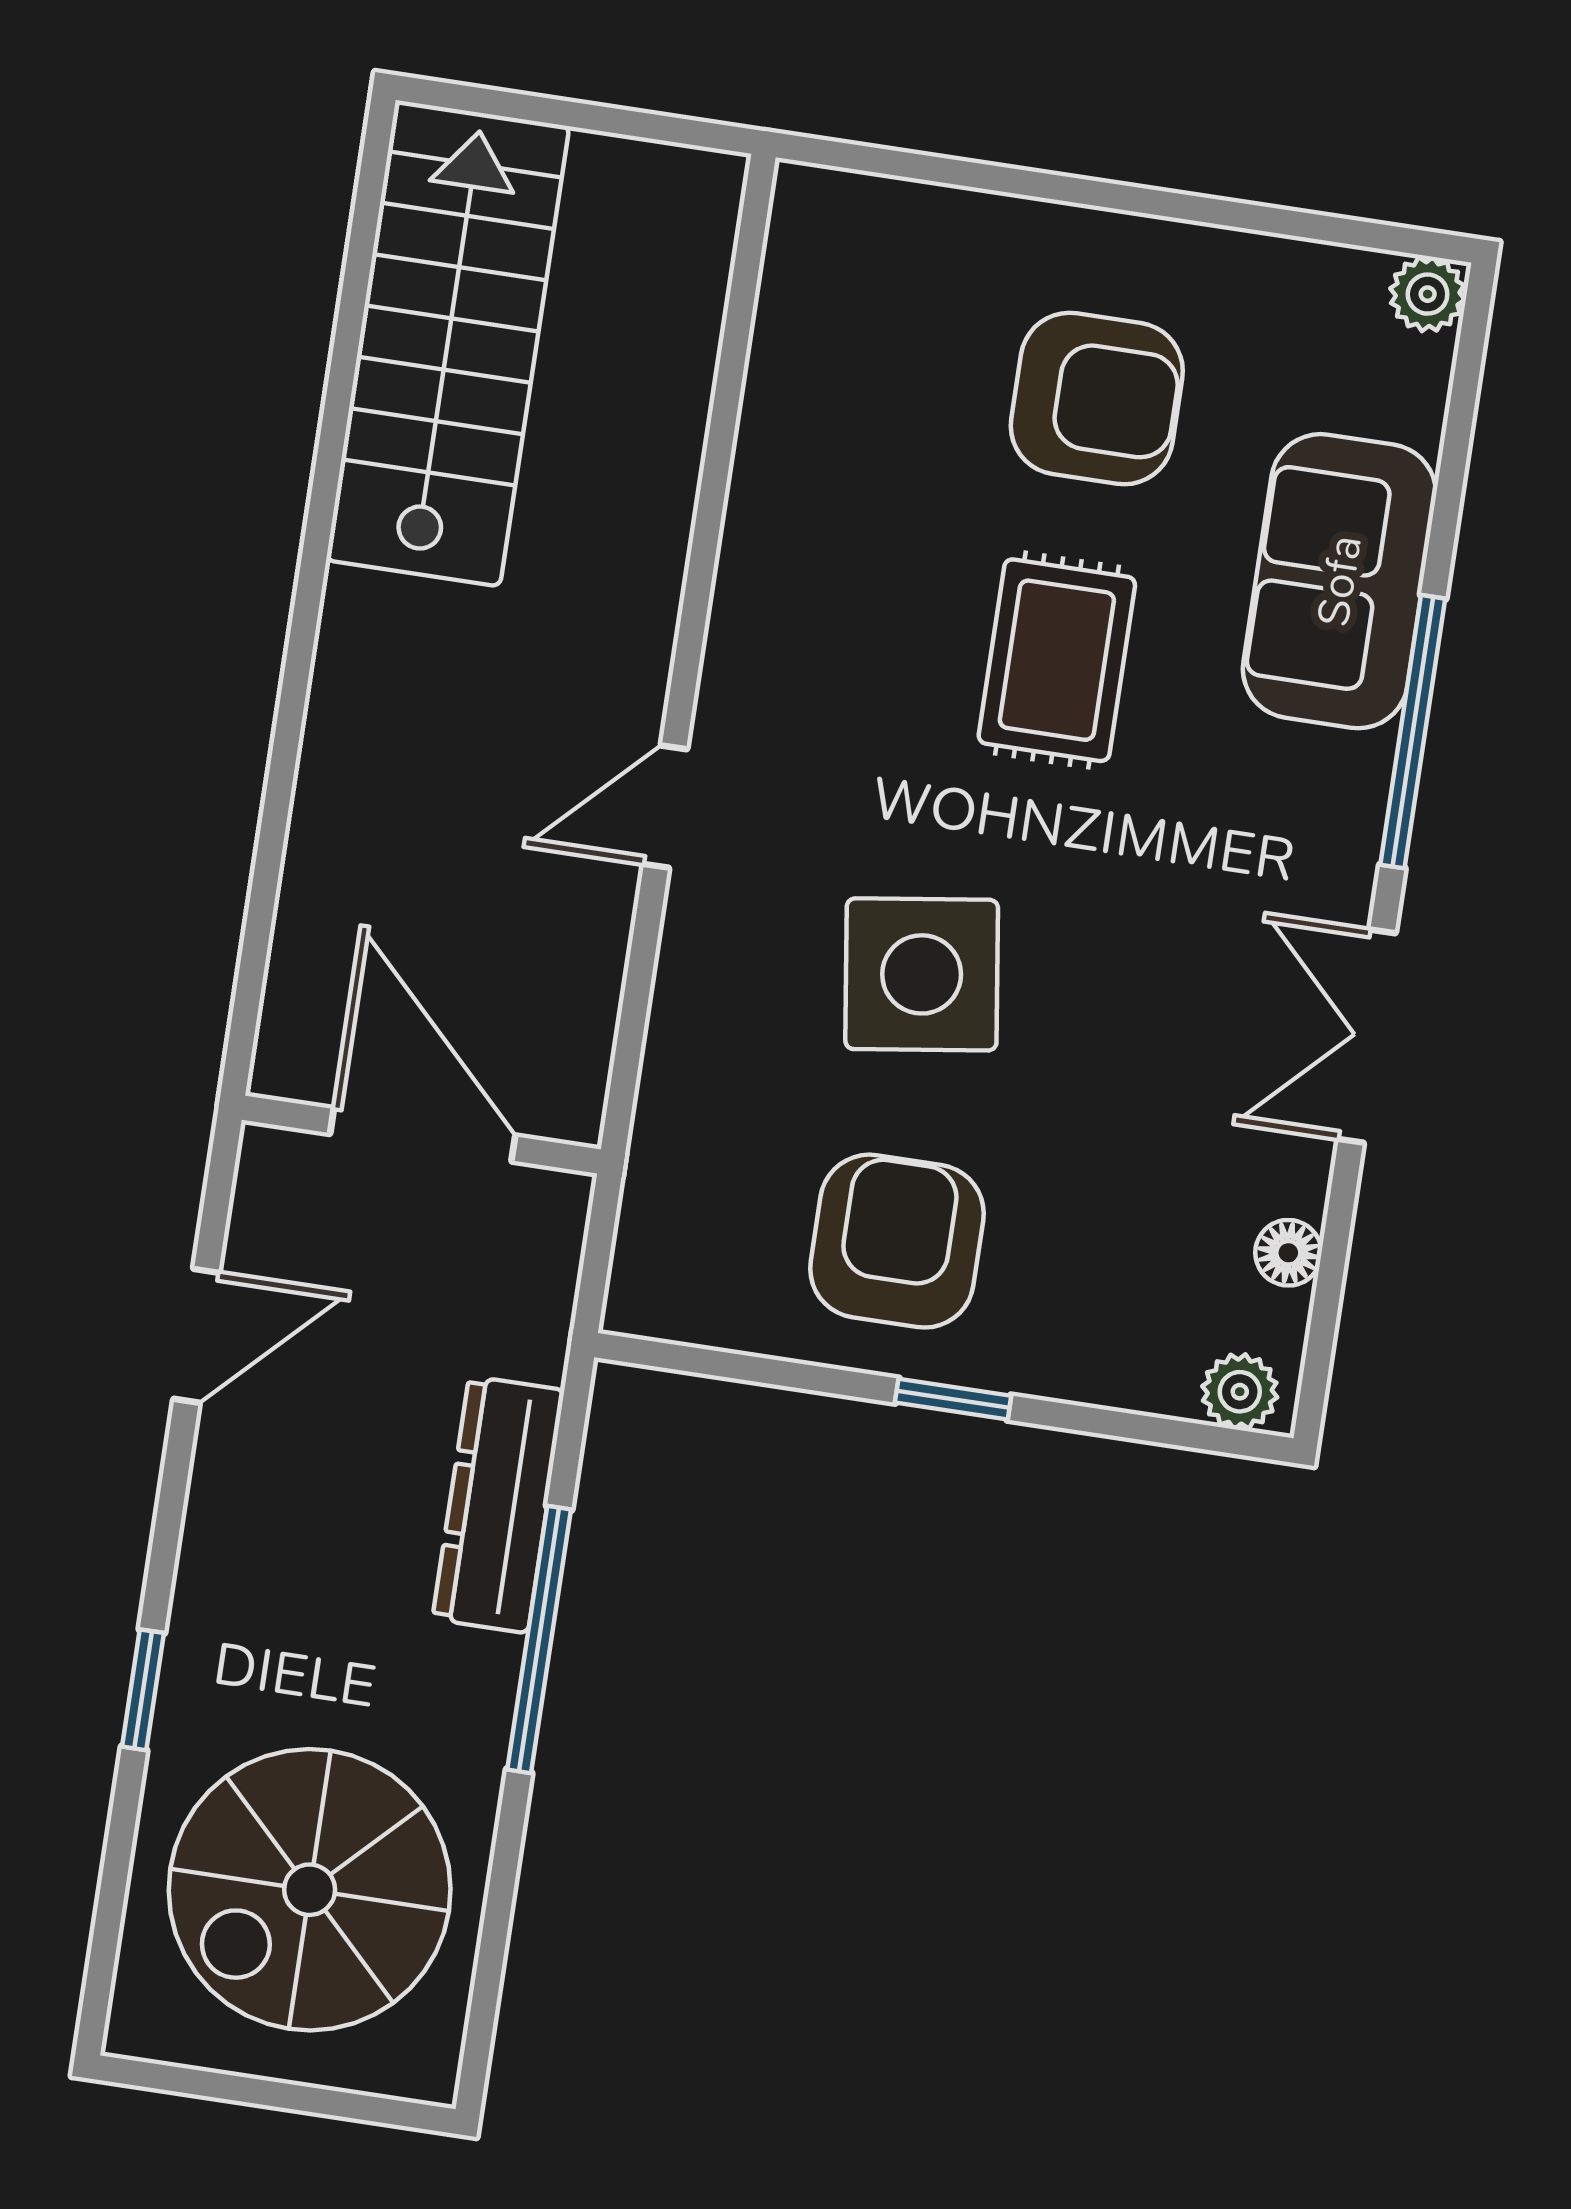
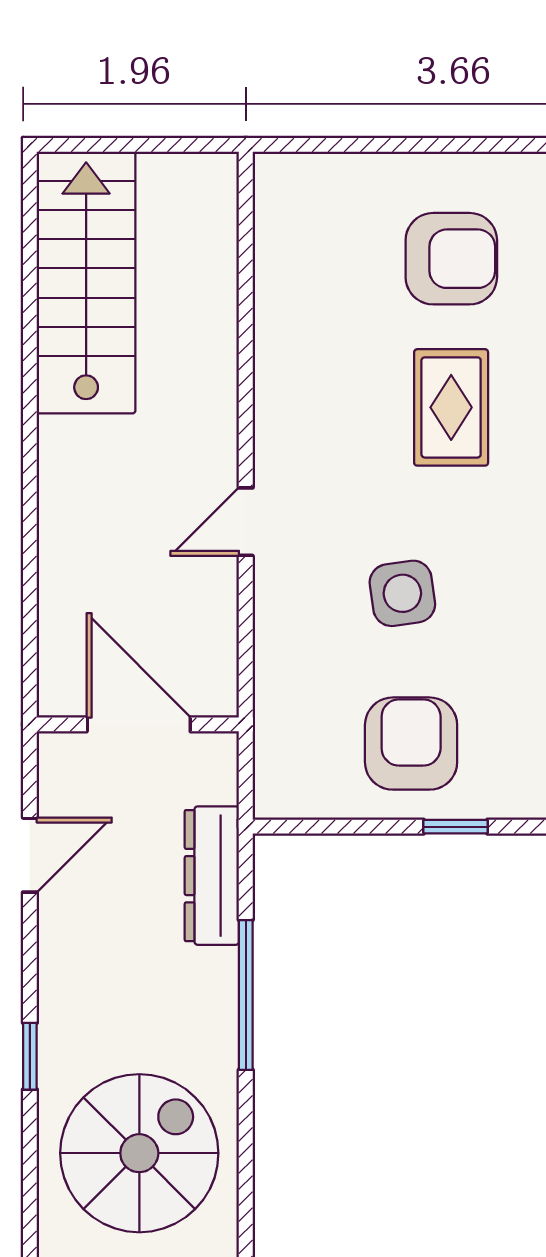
side table: (922, 974) -> (402, 593), width x0.73, depth x0.73
dresser: (498, 1505) -> (212, 876), moved
spiral stairs: (310, 1890) -> (139, 1153), turned 180

